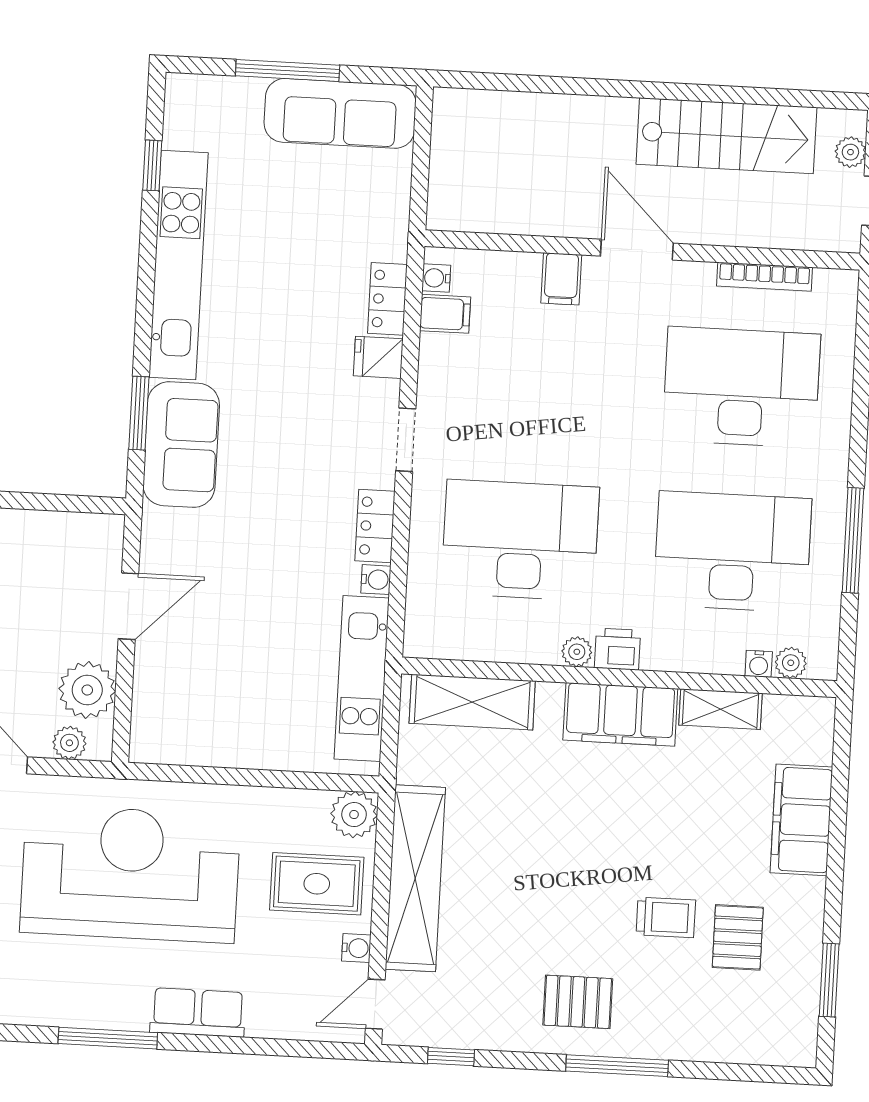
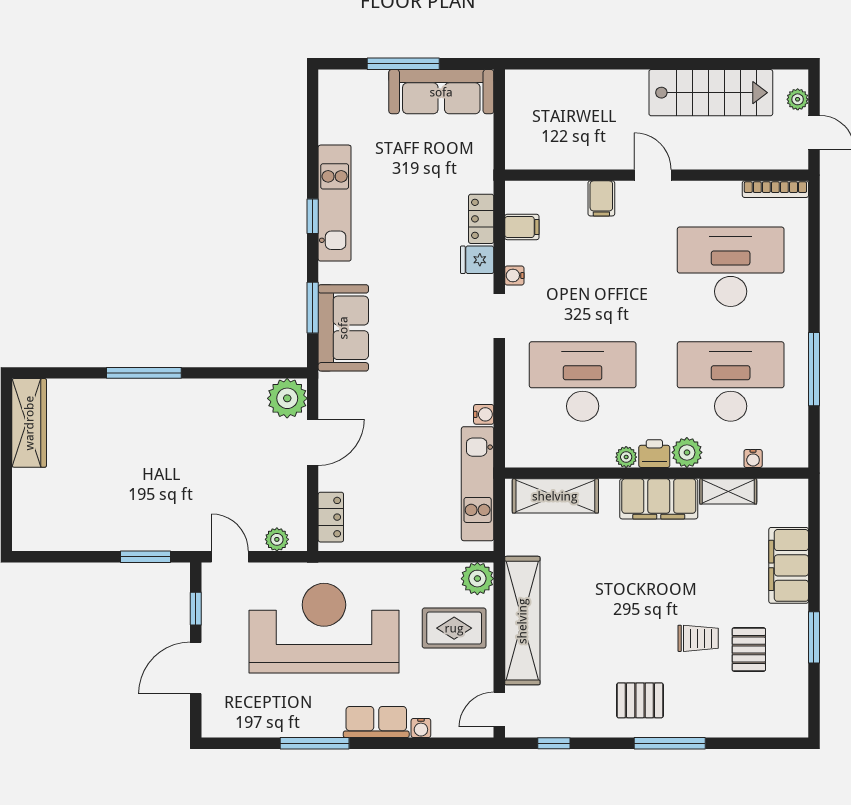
window: (152, 165) -> (313, 216), moved
door: (637, 250) -> (653, 175), width x0.73
kitchen unit: (178, 265) -> (335, 203), width x0.73
bookcase: (764, 277) -> (775, 189), moved
water cooler: (436, 278) -> (514, 275), moved
locker: (375, 526) -> (331, 517), moved, turned 180
plant: (791, 663) -> (687, 452), moved, width x1.38, depth x1.38
plant: (87, 690) -> (287, 398), moved
water cooler: (356, 948) -> (421, 728), moved, turned 90
window: (829, 980) -> (814, 637), moved

